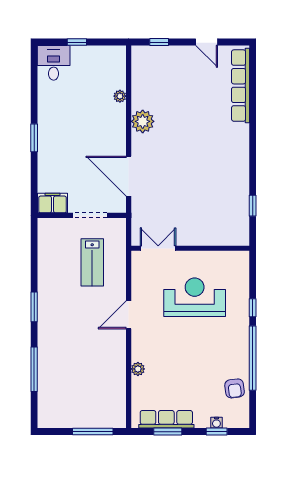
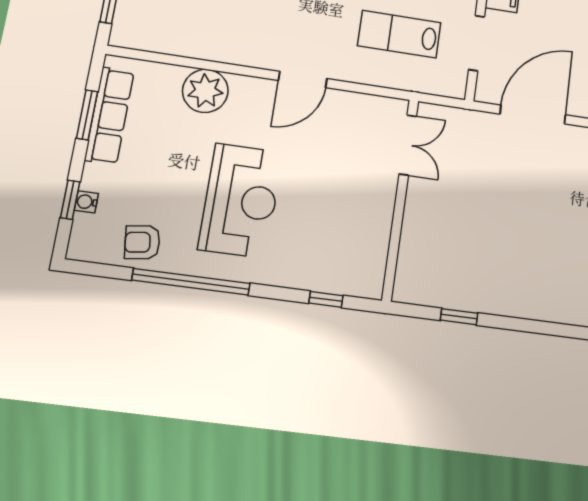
reception desk: (195, 297) -> (241, 201), moved
window: (253, 308) -> (326, 299), moved
door: (129, 315) -> (303, 79), swing flipped
plant: (138, 369) -> (205, 91), width x1.88, depth x1.88

